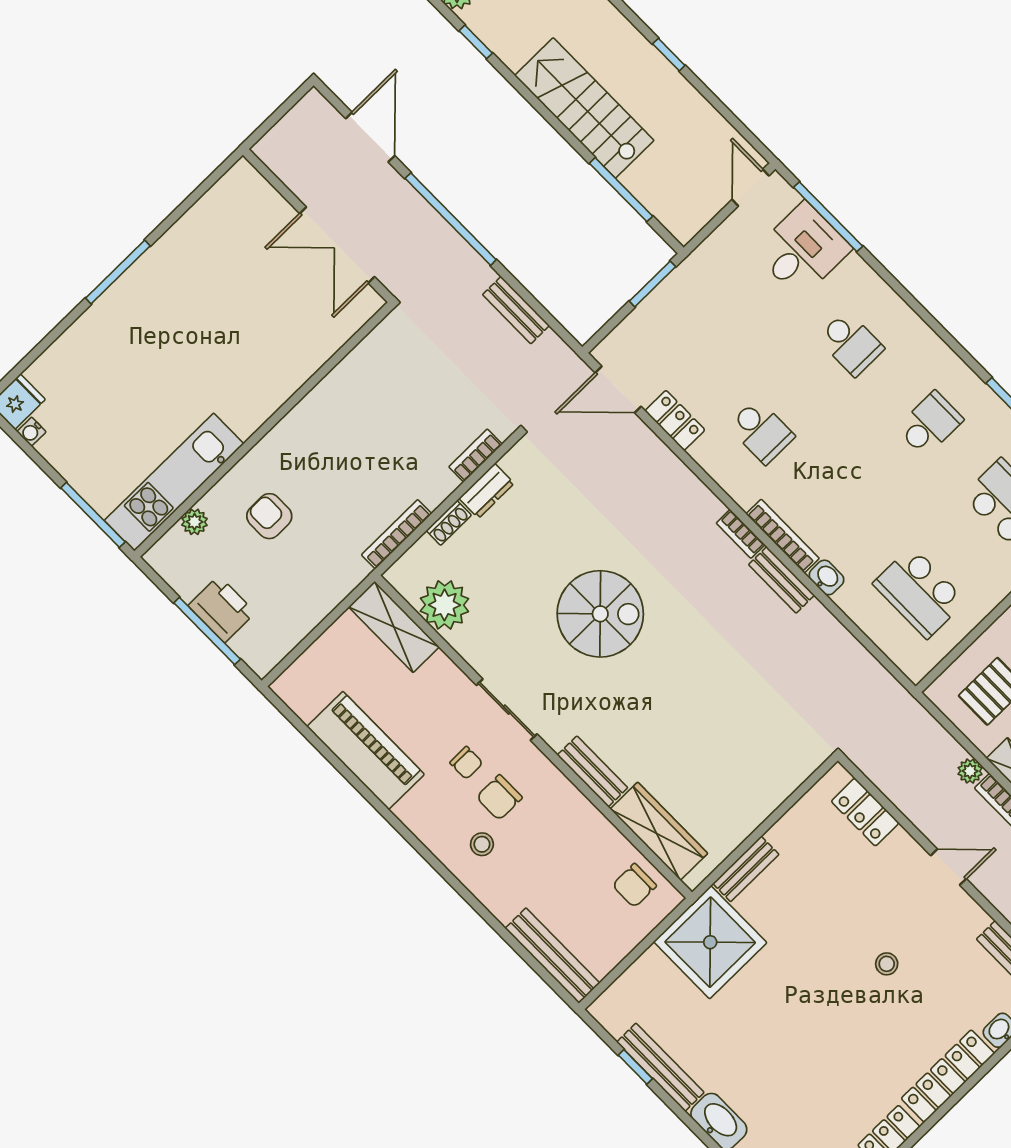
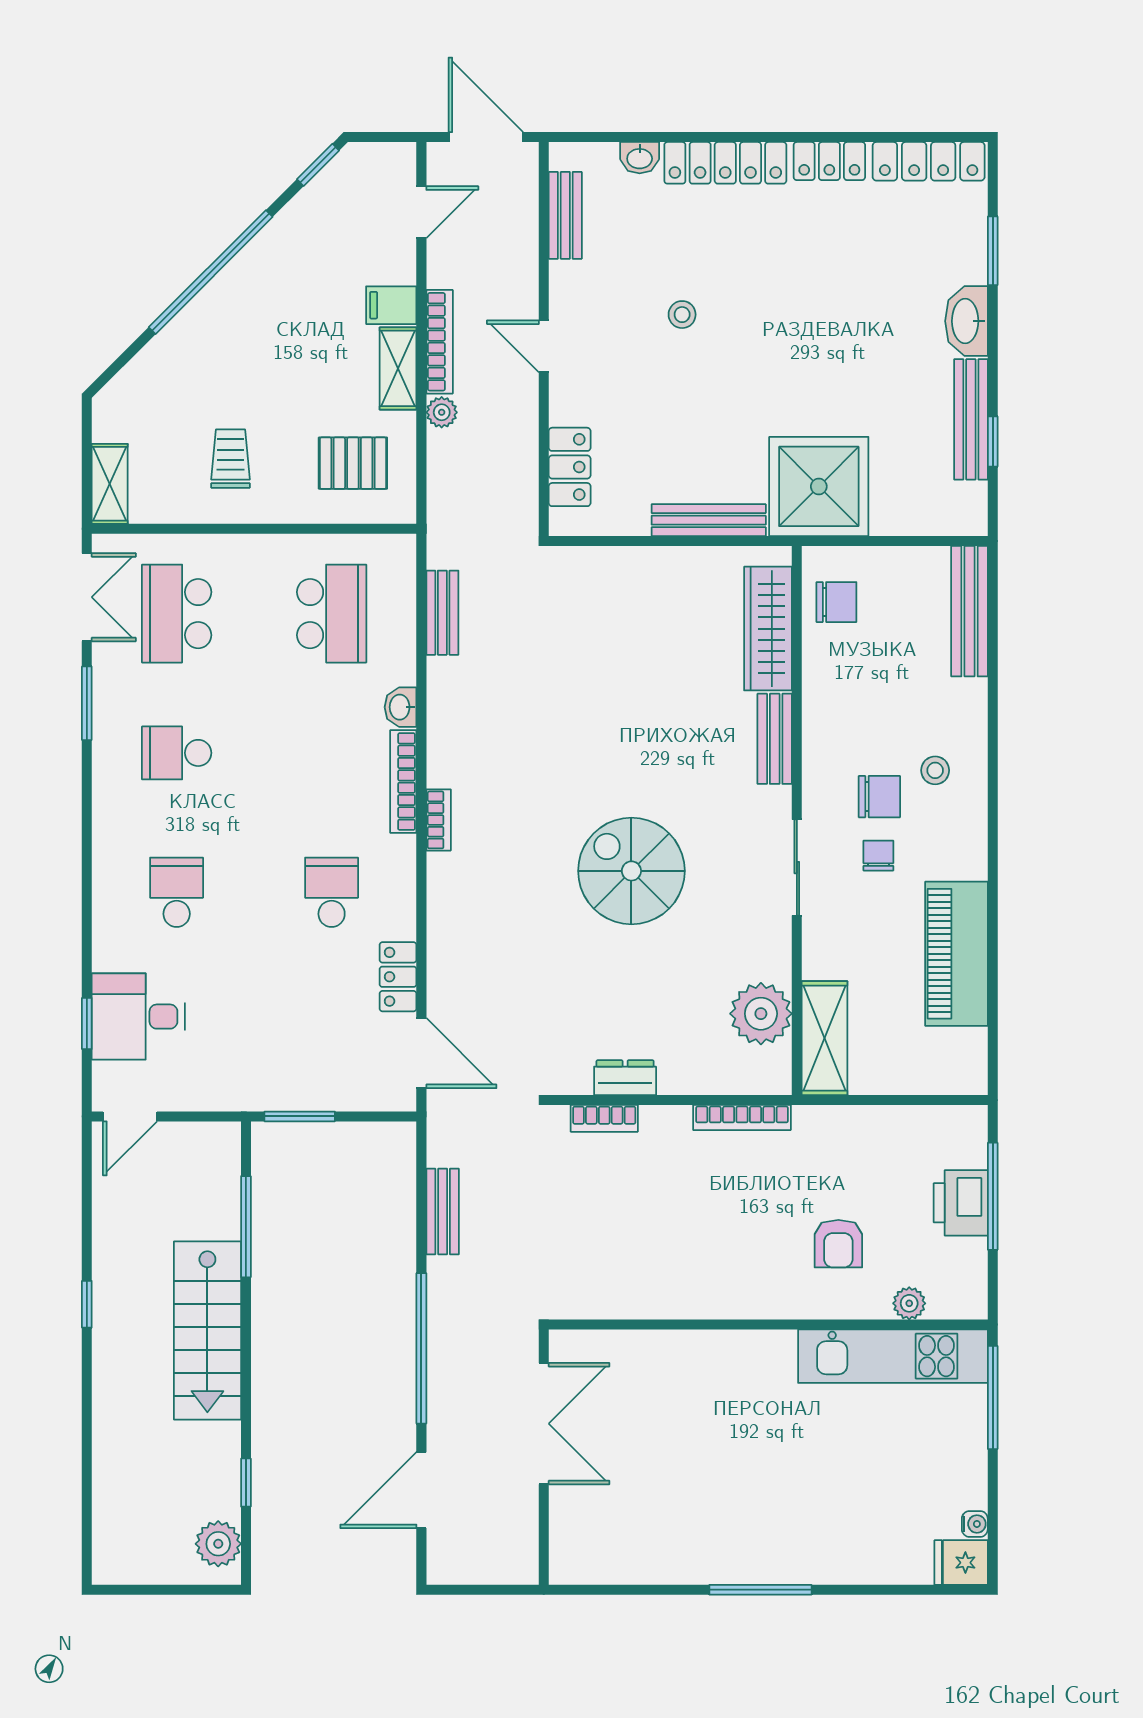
window: (828, 217) -> (87, 1023), width x0.46
shoe rack: (449, 523) -> (686, 1082), removed
bench: (781, 580) -> (442, 613), moved
bench: (746, 869) -> (709, 520), width x1.36

